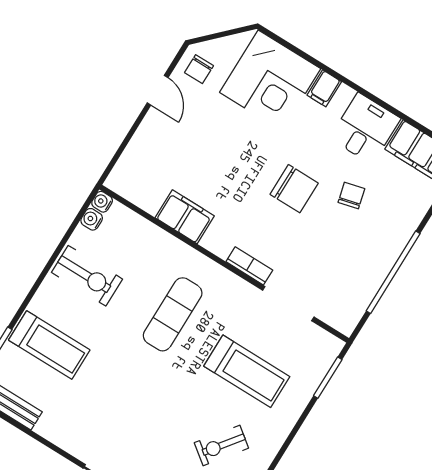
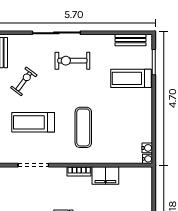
bookcase: (249, 266) -> (79, 171), moved
exercise bike: (87, 276) -> (72, 61), moved

